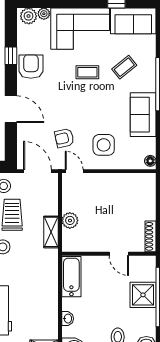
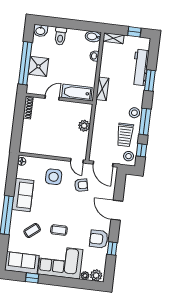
armchair: (31, 67) -> (99, 239), turned 90
shelving: (51, 232) -> (102, 89), moved
door: (119, 254) -> (52, 98), hinge flipped
bathtub: (71, 277) -> (77, 93), moved, turned 90

